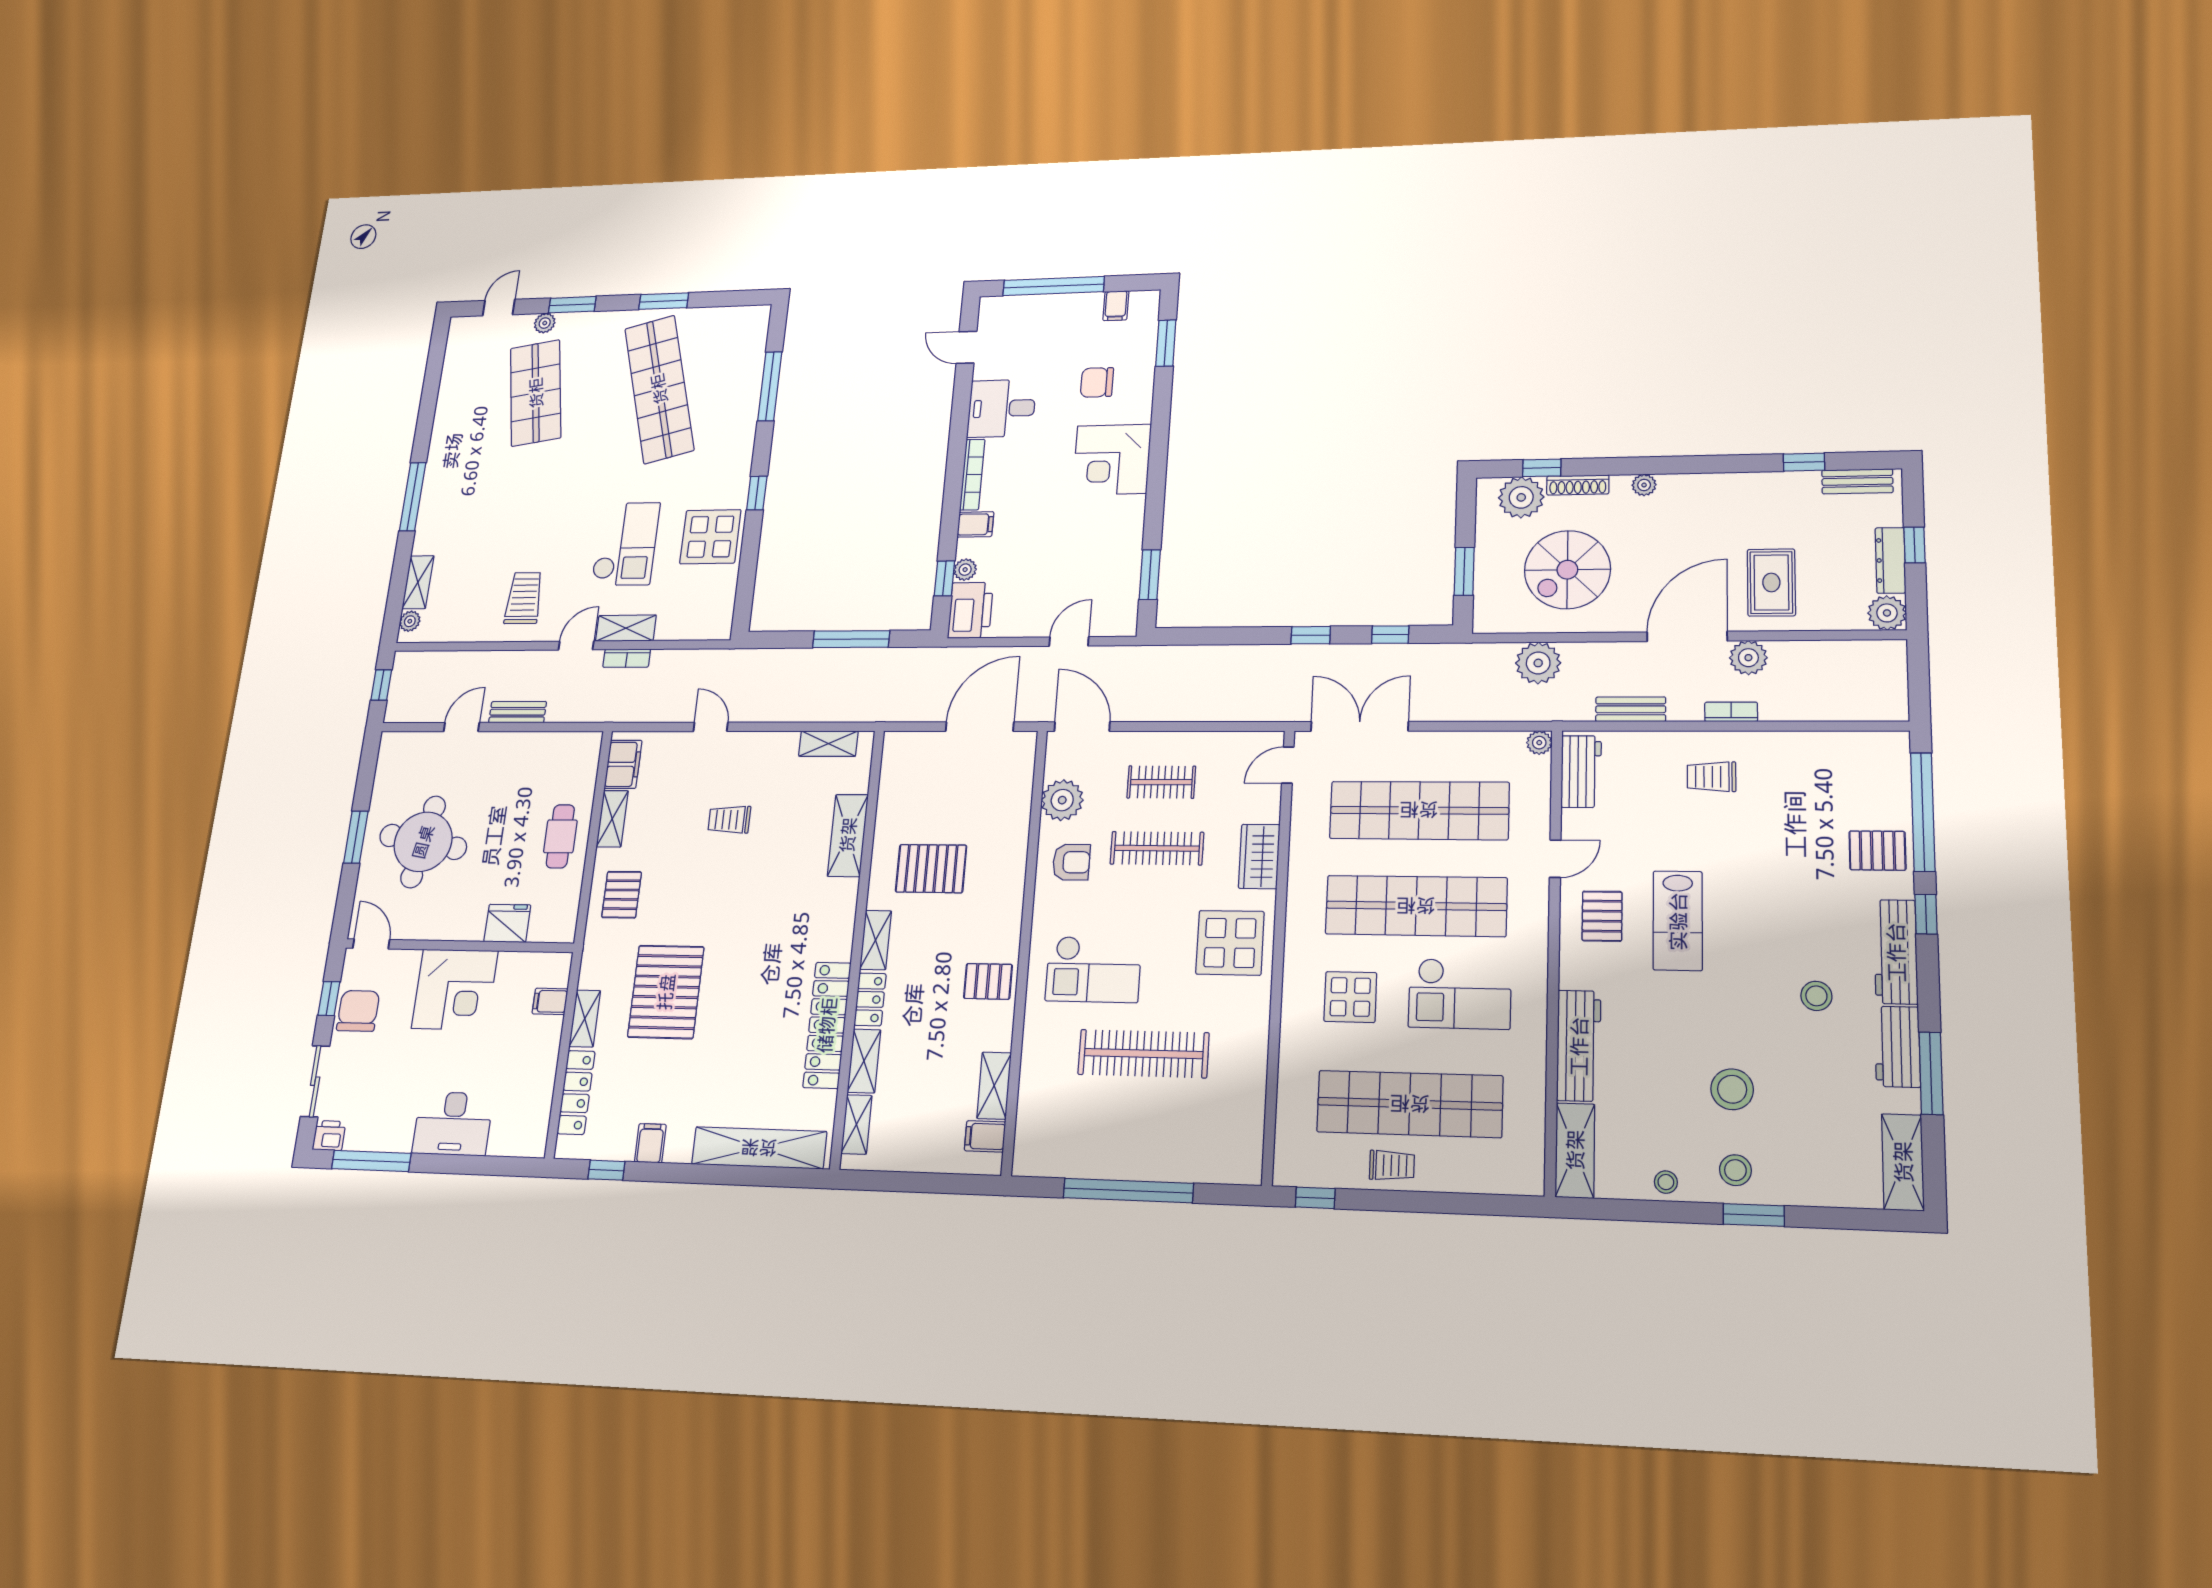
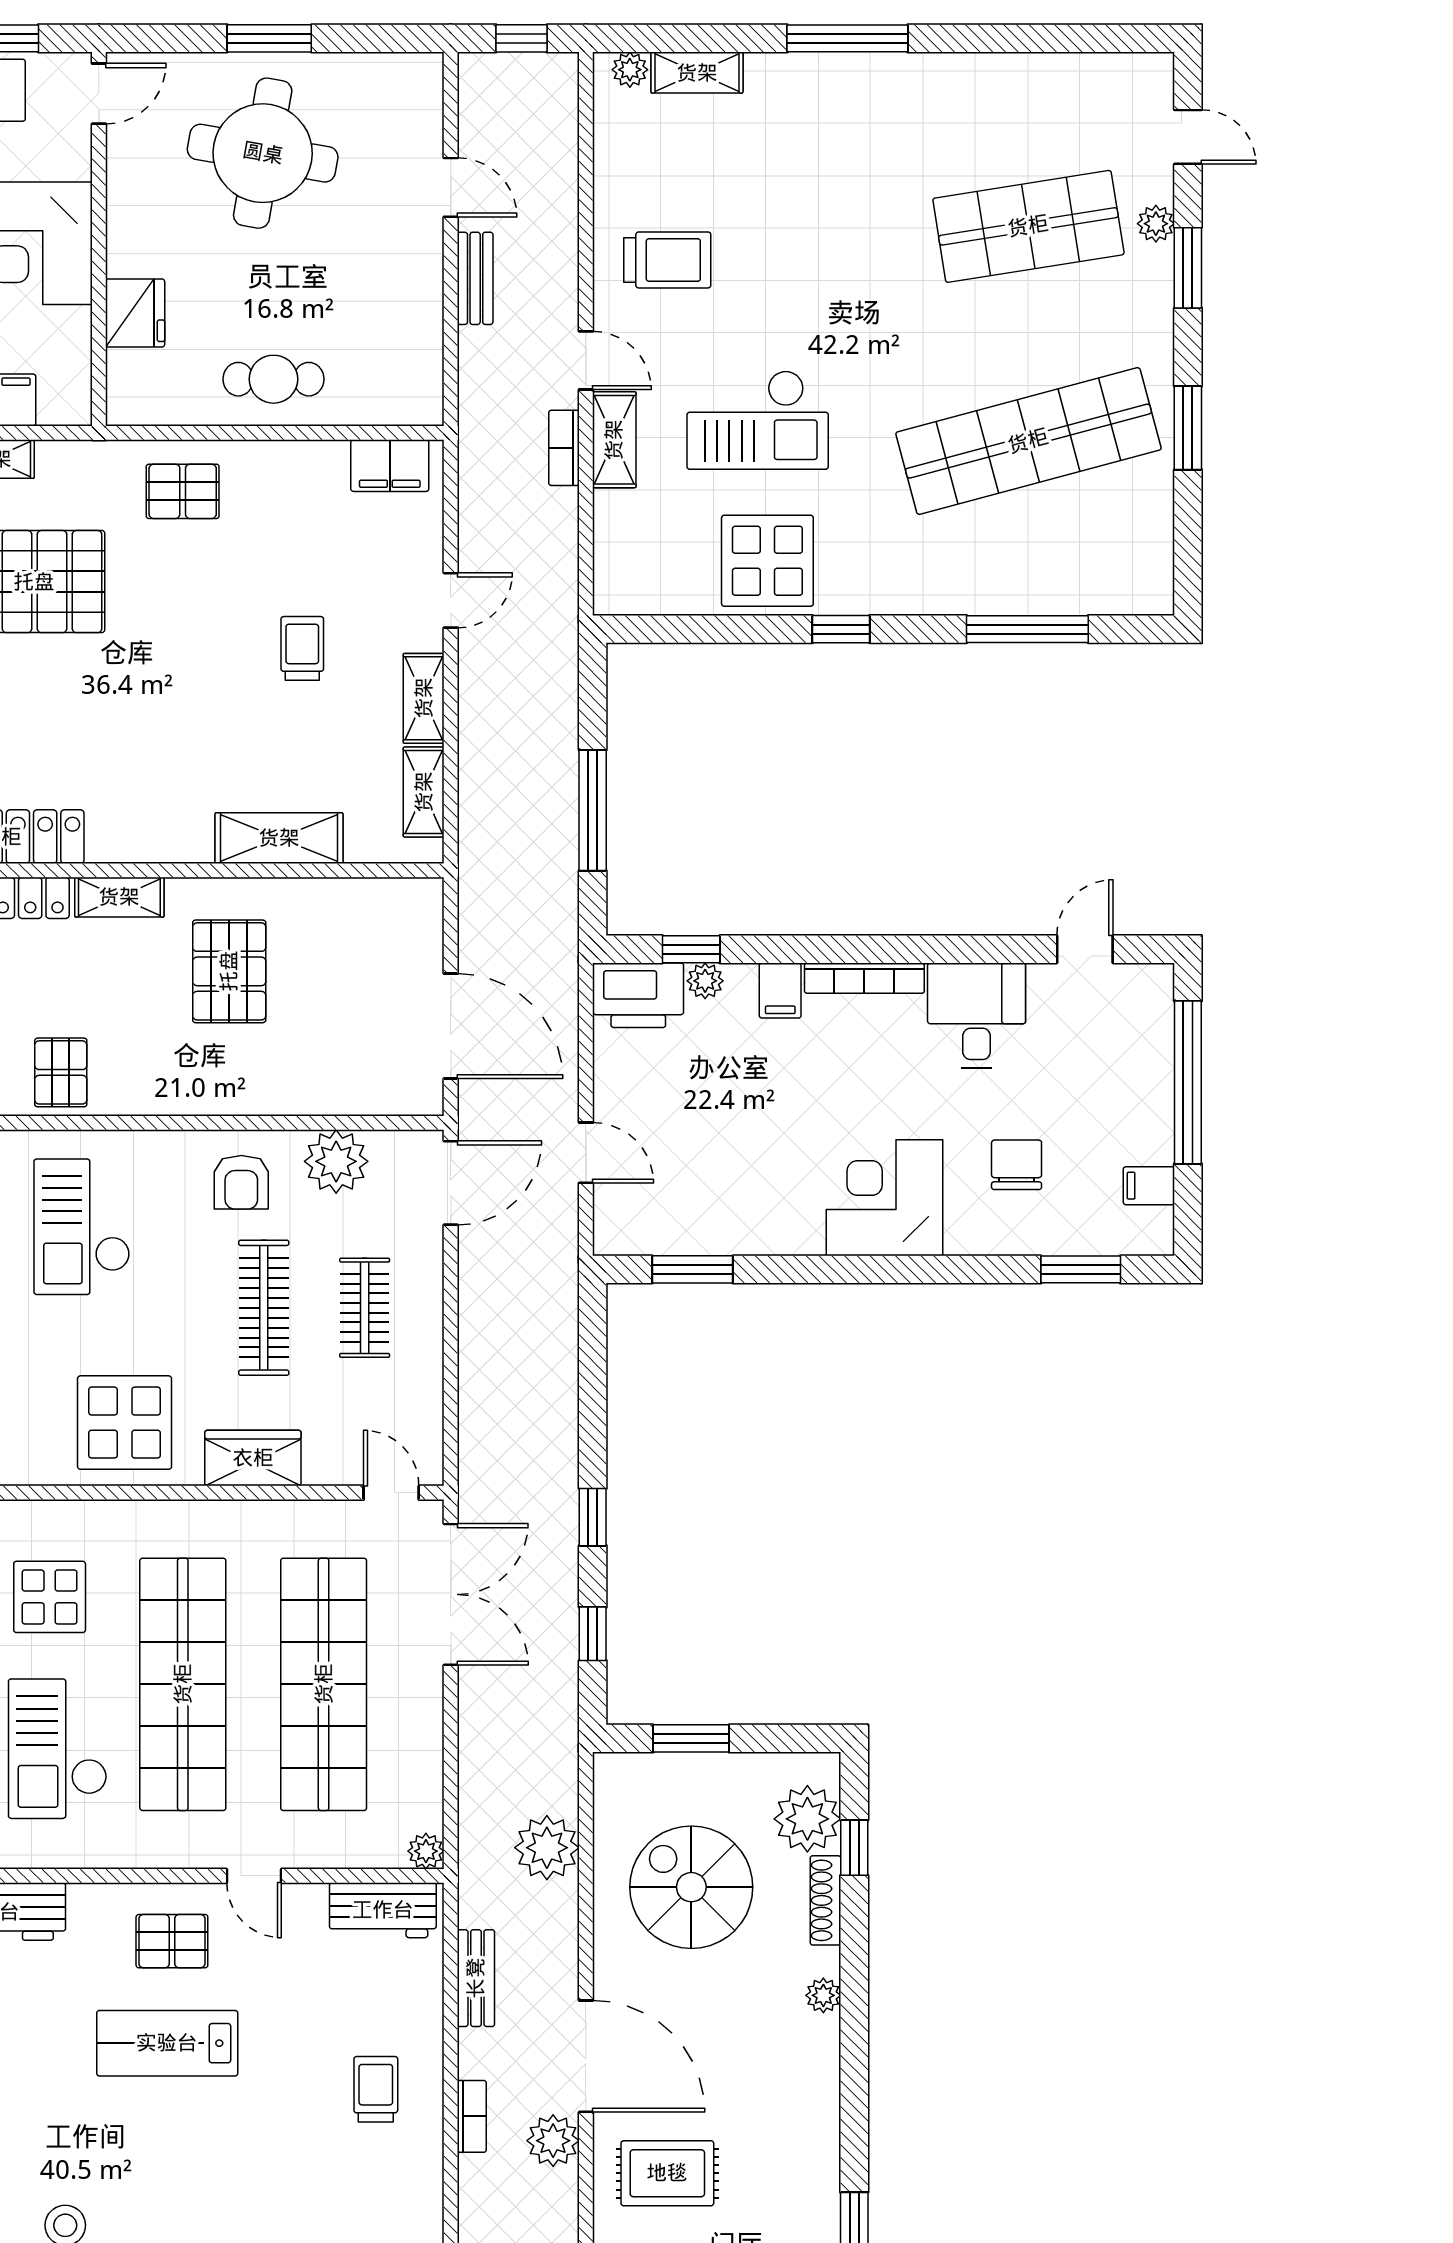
shelving: (612, 819) -> (424, 698), moved, turned 90

